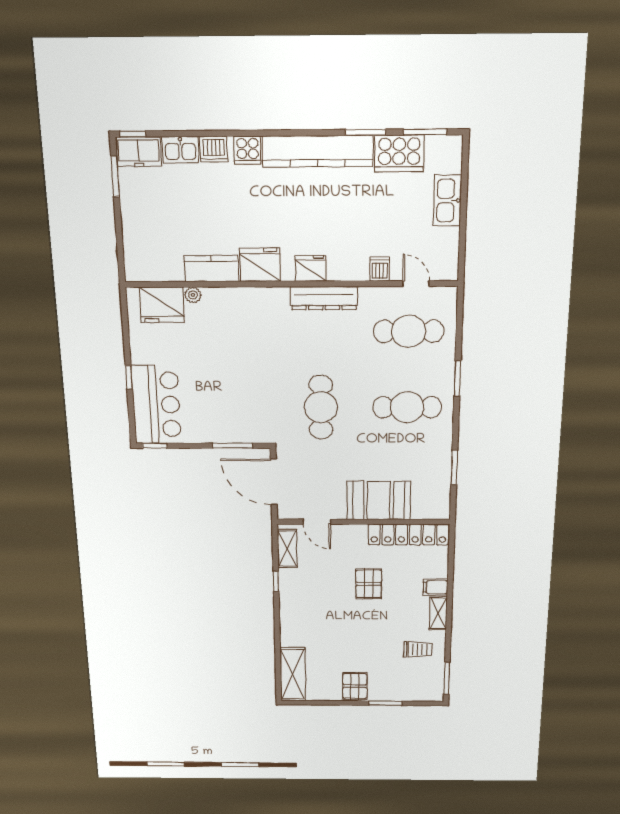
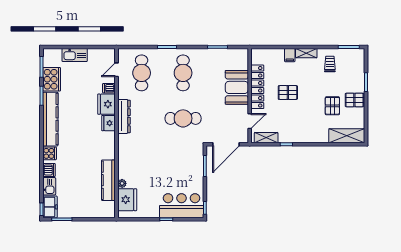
fridge: (260, 265) -> (106, 104), moved
kitchen counter: (211, 268) -> (108, 180), width x1.50
locker: (408, 535) -> (257, 87), moved
pallet: (345, 653) -> (332, 106), added

